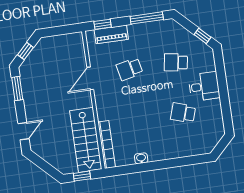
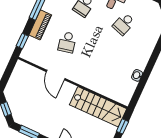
piano: (111, 34) -> (40, 25), moved
bookcase: (107, 145) -> (111, 94), removed

